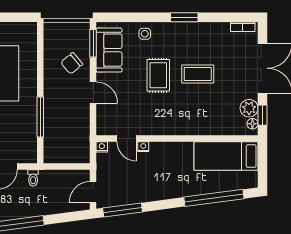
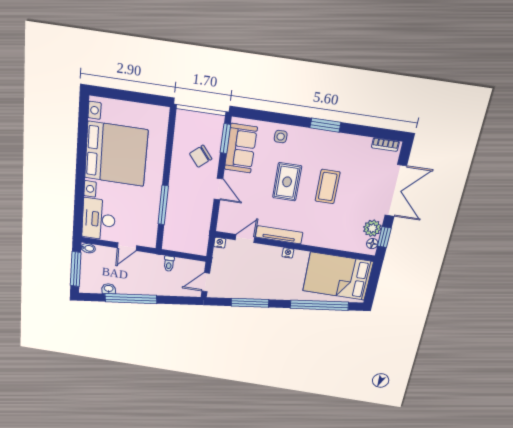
coffee table: (198, 74) -> (328, 187), turned 90
tv unit: (160, 129) -> (279, 235), added
door: (127, 139) -> (245, 239), swing flipped
nightstand: (143, 147) -> (288, 253), moved
bed: (226, 156) -> (338, 276), width x1.50
toilet: (33, 178) -> (169, 264), moved
window: (123, 210) -> (250, 303), moved

